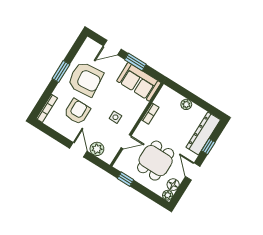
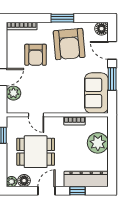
floor lamp: (89, 45) -> (102, 29), added
plant: (186, 104) -> (98, 143), width x1.87, depth x1.87
armchair: (77, 112) -> (36, 55), turned 90
side table: (115, 117) -> (52, 92), removed

